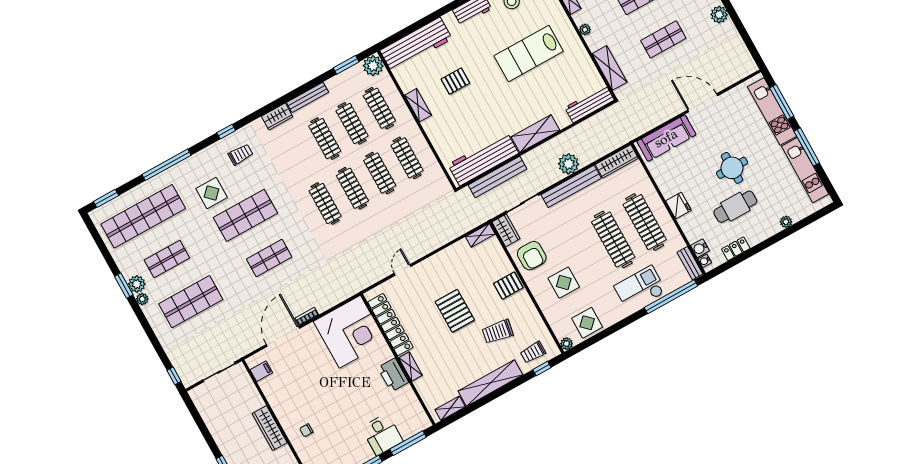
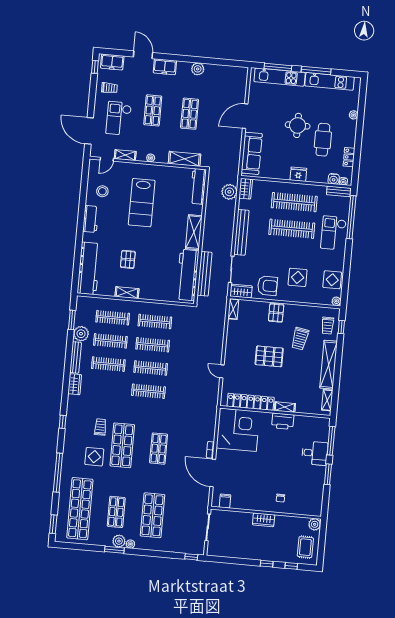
plant: (373, 66) -> (81, 334), moved
trolley: (241, 154) -> (100, 427), moved
wardrobe: (617, 161) -> (246, 189), width x0.67
plant: (569, 164) -> (229, 192), moved
wardrobe: (270, 428) -> (264, 520), width x0.67

